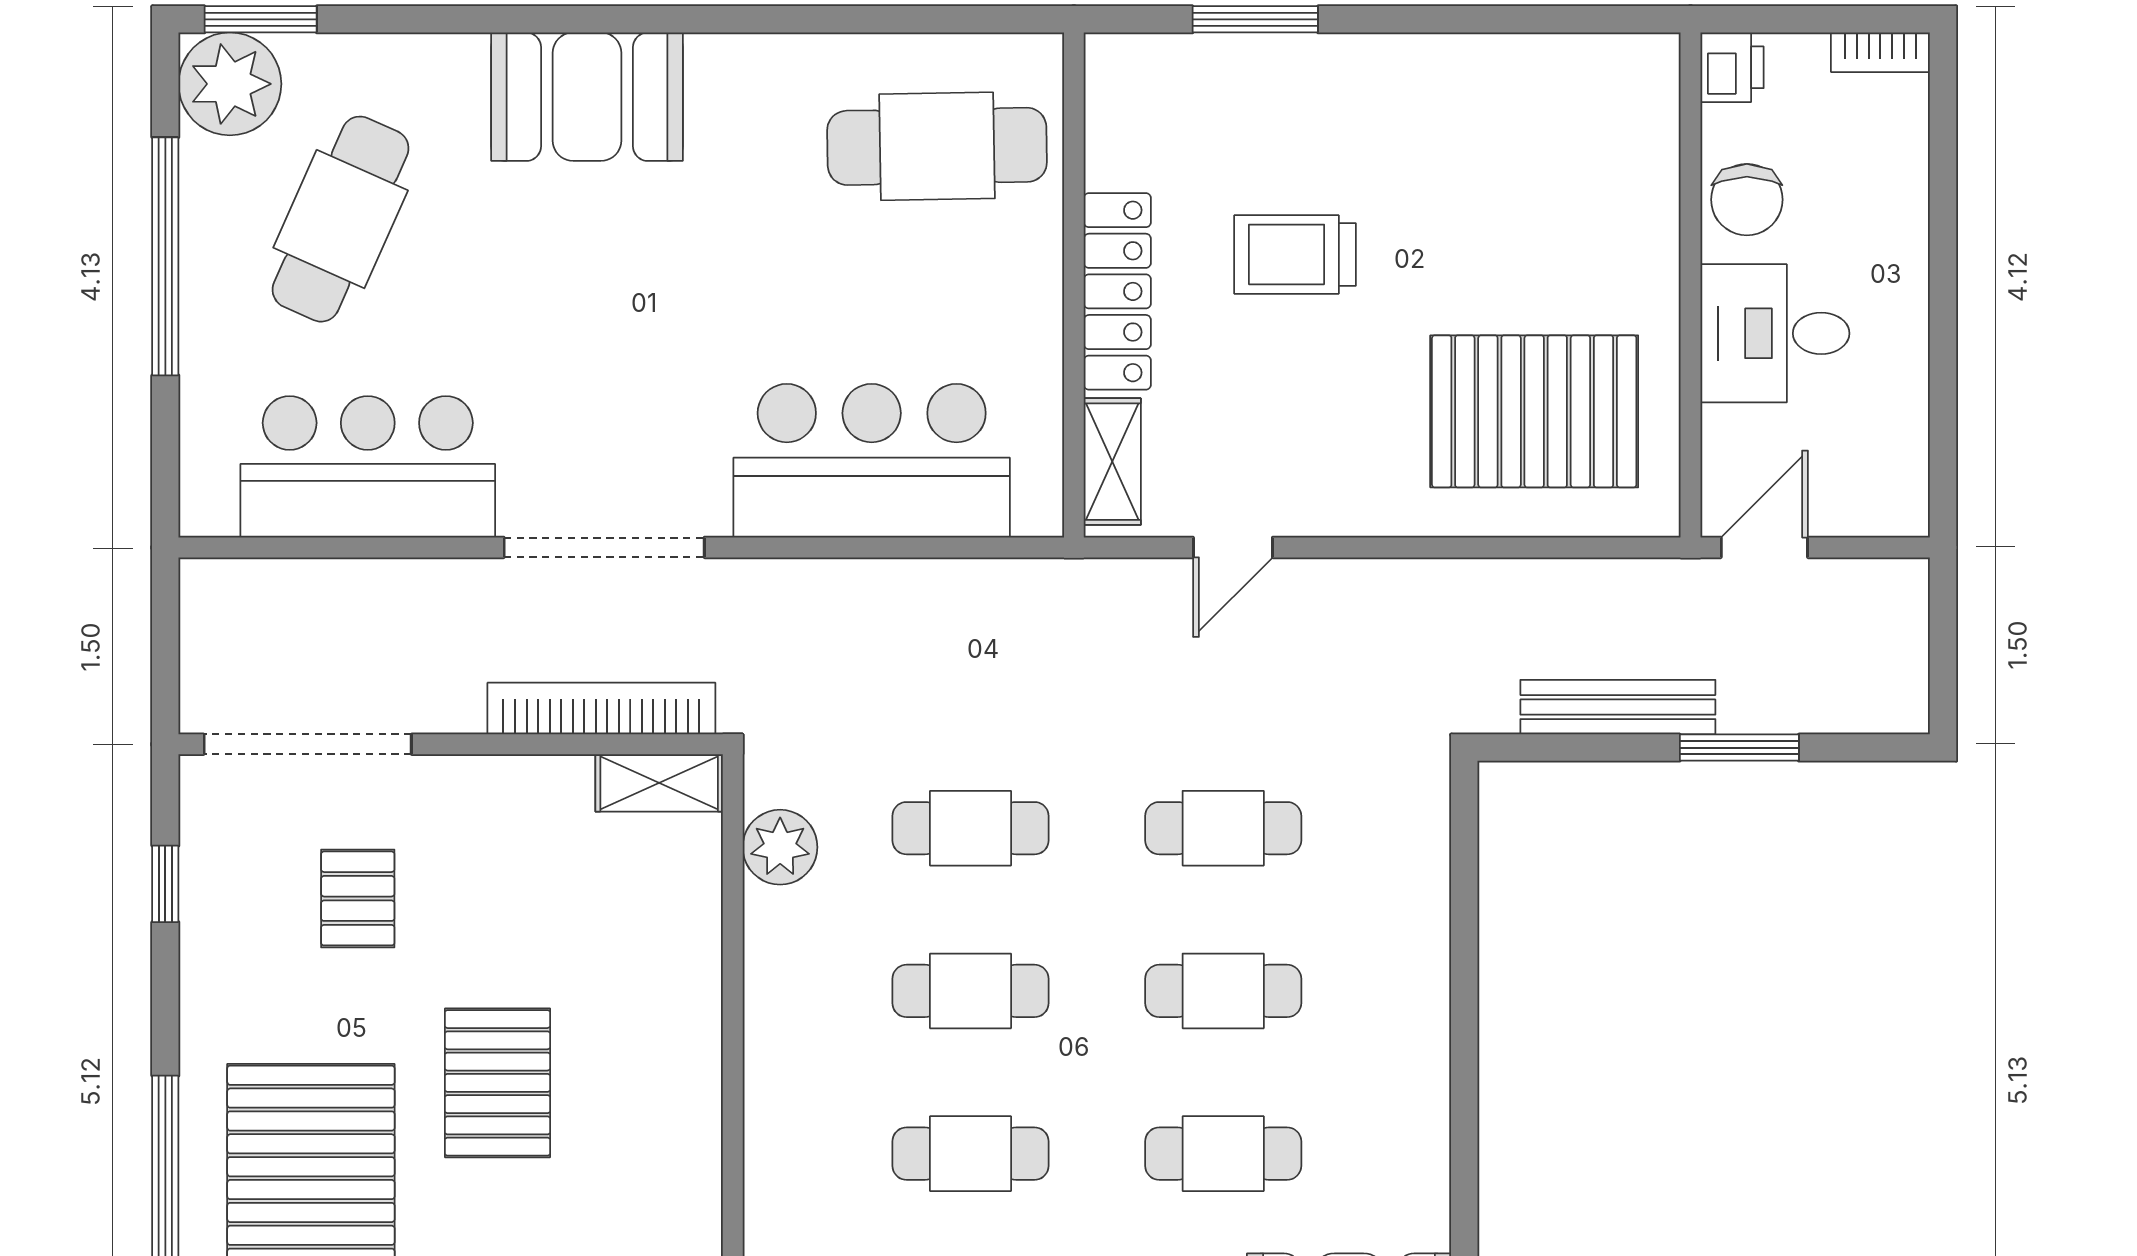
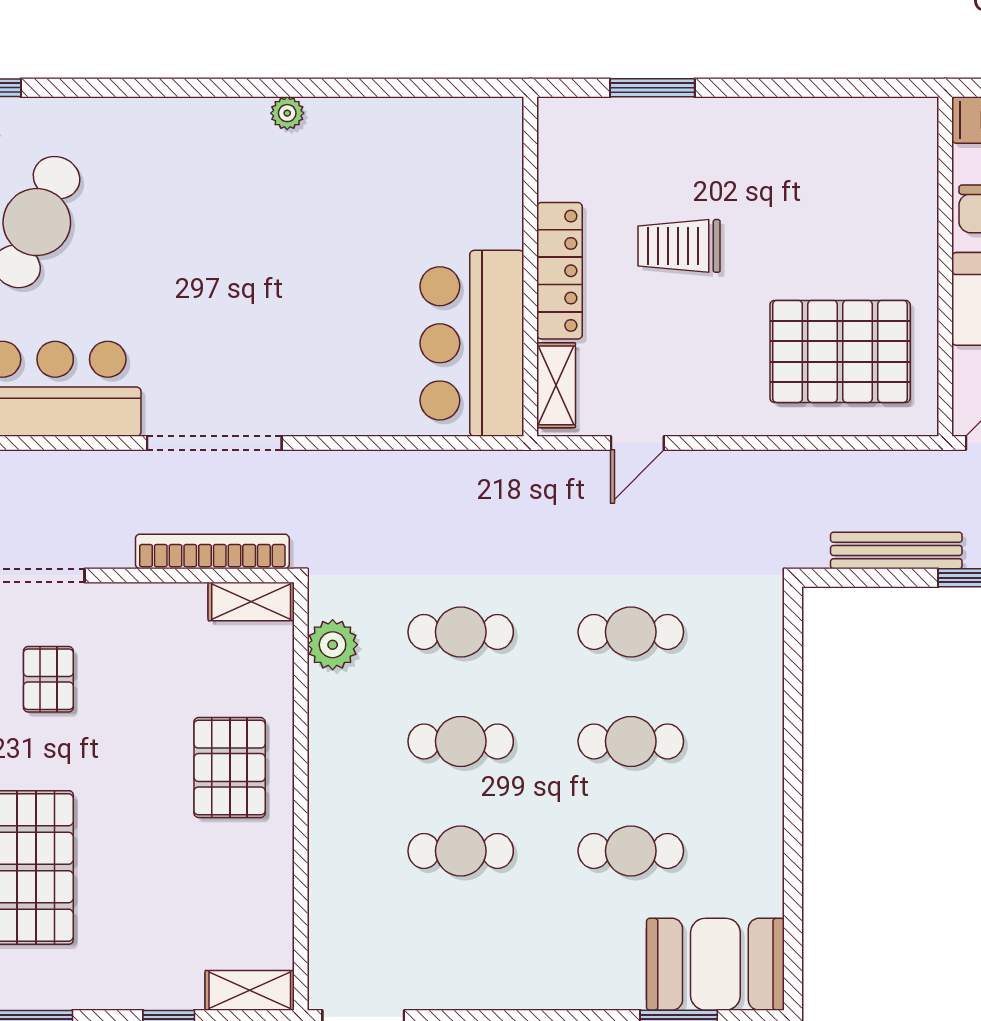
plant: (713, 57) -> (287, 113), added
booth: (587, 97) -> (203, 140), removed
cafe table: (937, 146) -> (438, 173), removed
bar counter: (872, 461) -> (472, 343), moved, turned -90
pallet: (497, 1083) -> (230, 768), moved

